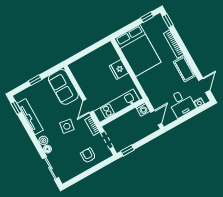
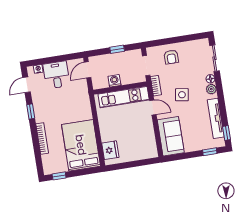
window: (168, 21) -> (31, 111), moved
fridge: (119, 69) -> (110, 150), moved
cot: (184, 69) -> (40, 109), removed
window: (35, 80) -> (210, 152), moved
door: (88, 106) -> (153, 108), hinge flipped
washing machine: (143, 109) -> (114, 81), moved
window: (127, 150) -> (117, 49), moved

